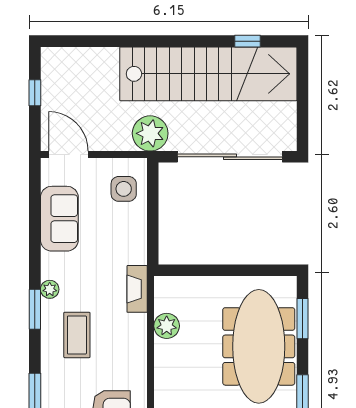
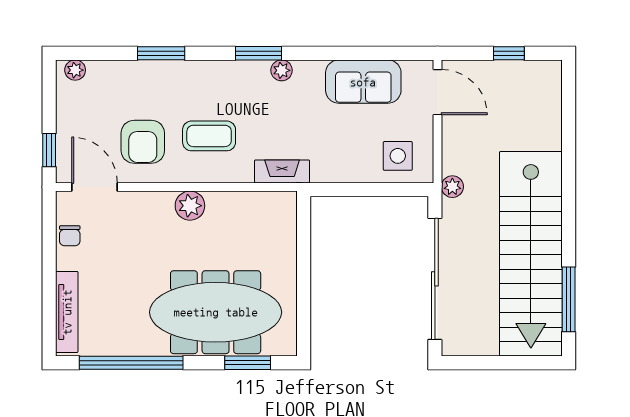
window: (248, 41) -> (569, 299), width x2.17
plant: (150, 133) -> (452, 187), width x0.53, depth x0.53
door: (69, 155) -> (437, 92), hinge flipped
plant: (167, 326) -> (190, 206), moved
coffee table: (77, 335) -> (209, 136), moved

